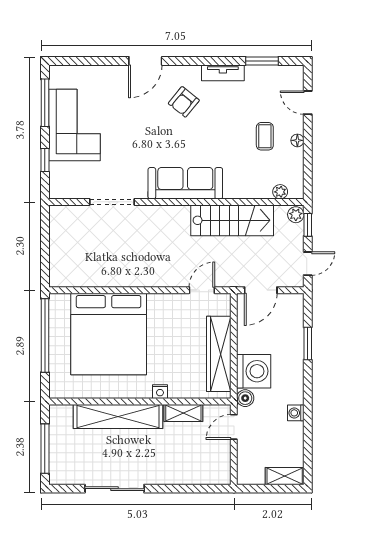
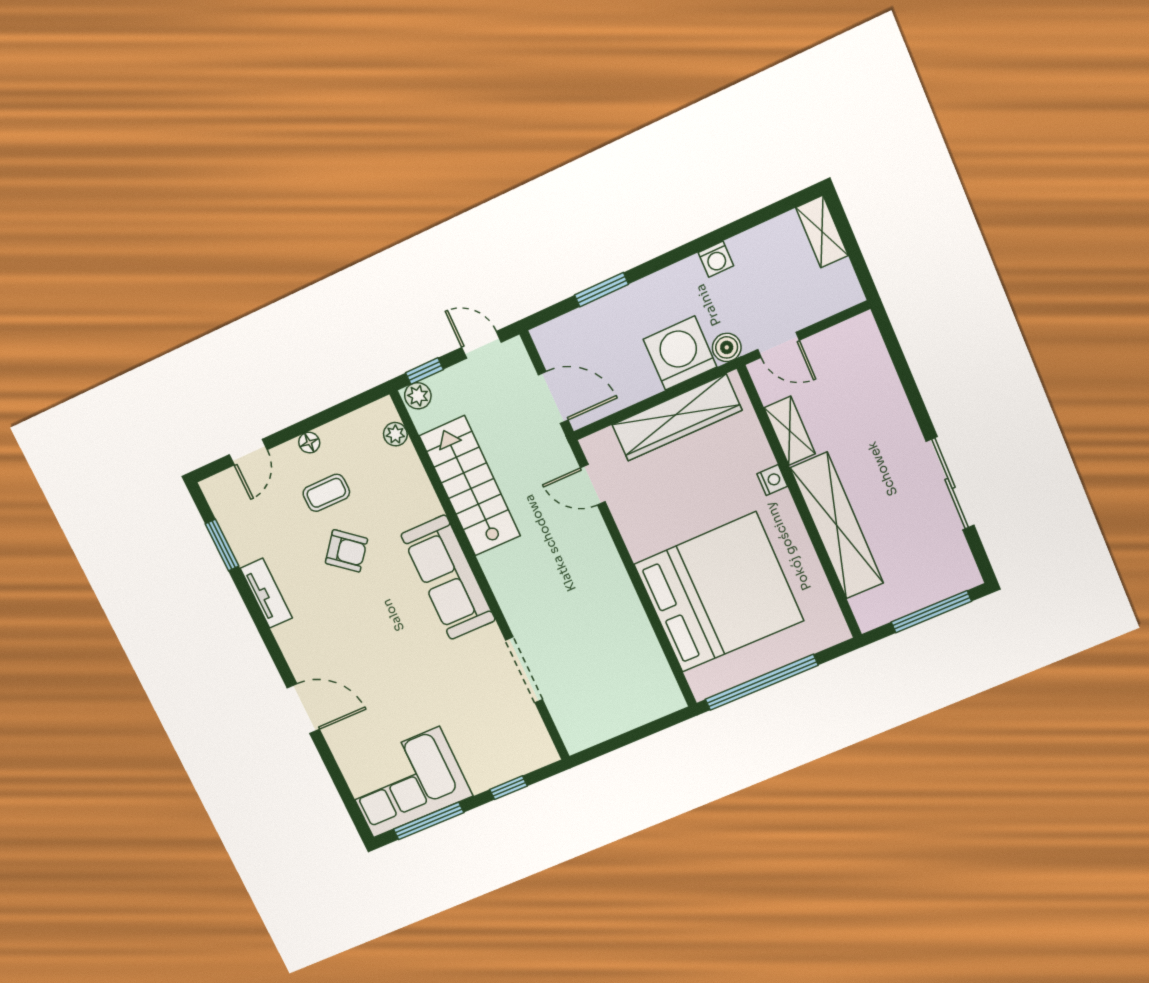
armchair: (184, 102) -> (346, 551), moved
corner sofa: (74, 125) -> (406, 782), moved

